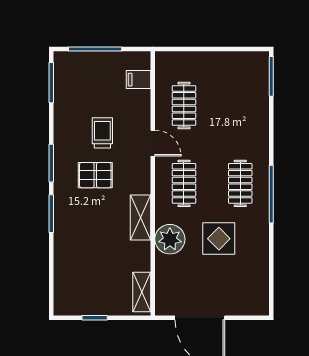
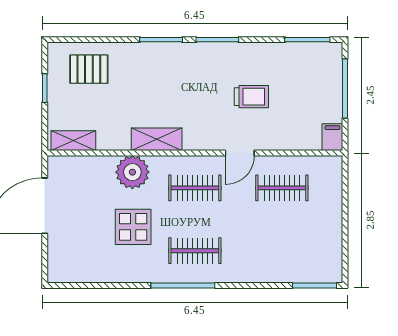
filing cabinet: (139, 80) -> (332, 137), moved
pallet: (95, 175) -> (89, 69), moved, turned 90

